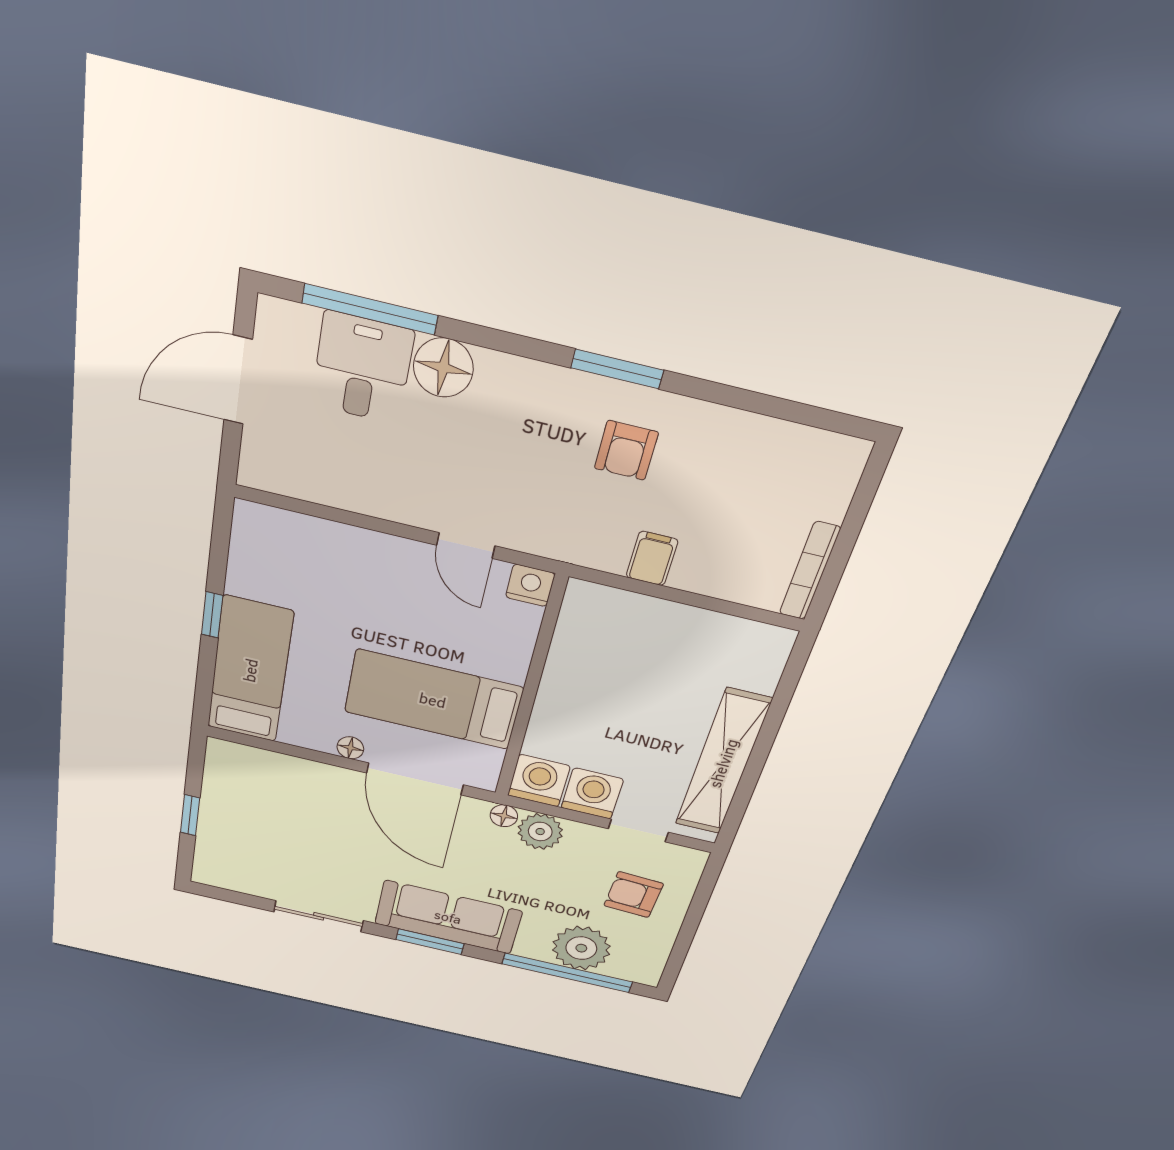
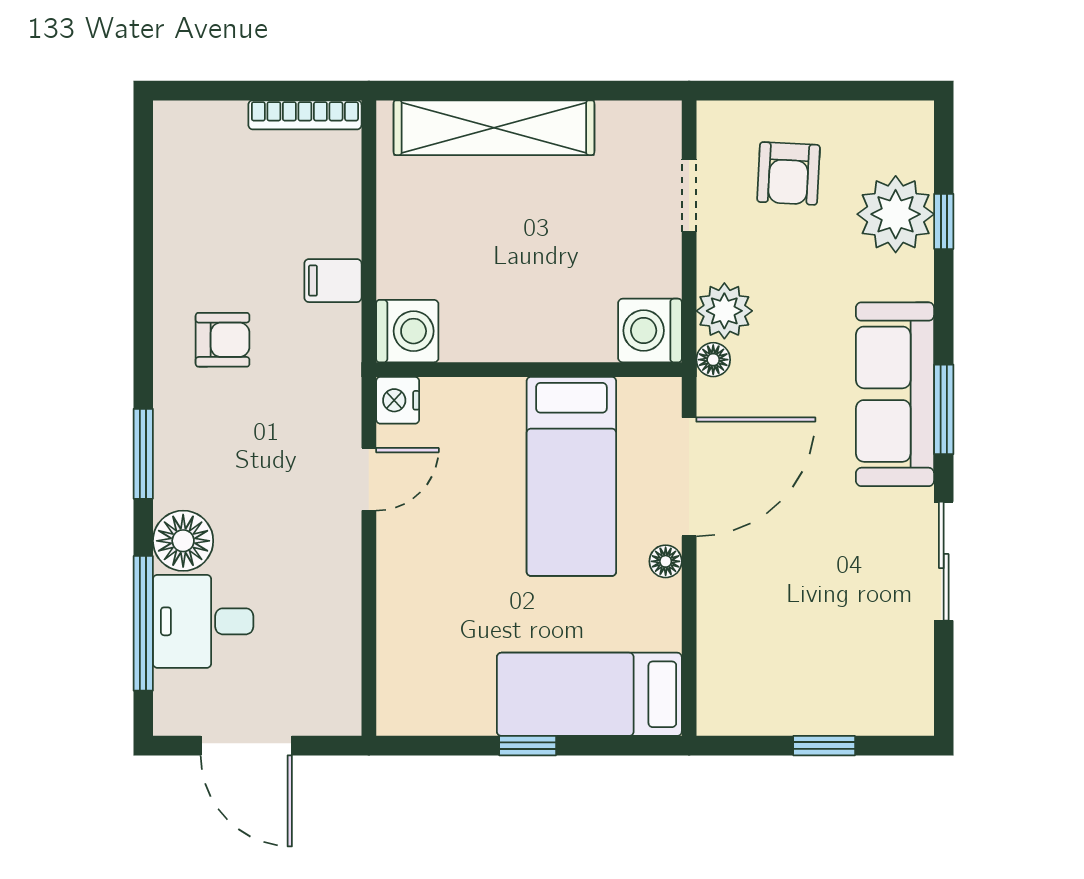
window: (617, 369) -> (143, 454), moved
shelving: (723, 763) -> (494, 128), moved
washing machine: (592, 793) -> (407, 331), moved, turned 180
window: (567, 973) -> (944, 221), width x0.32

